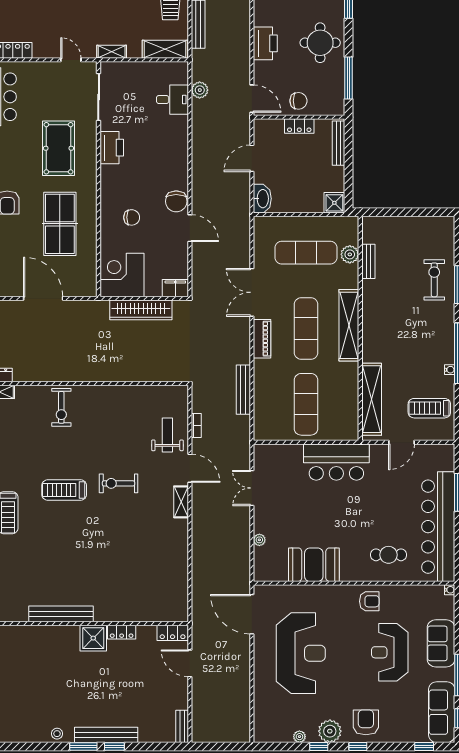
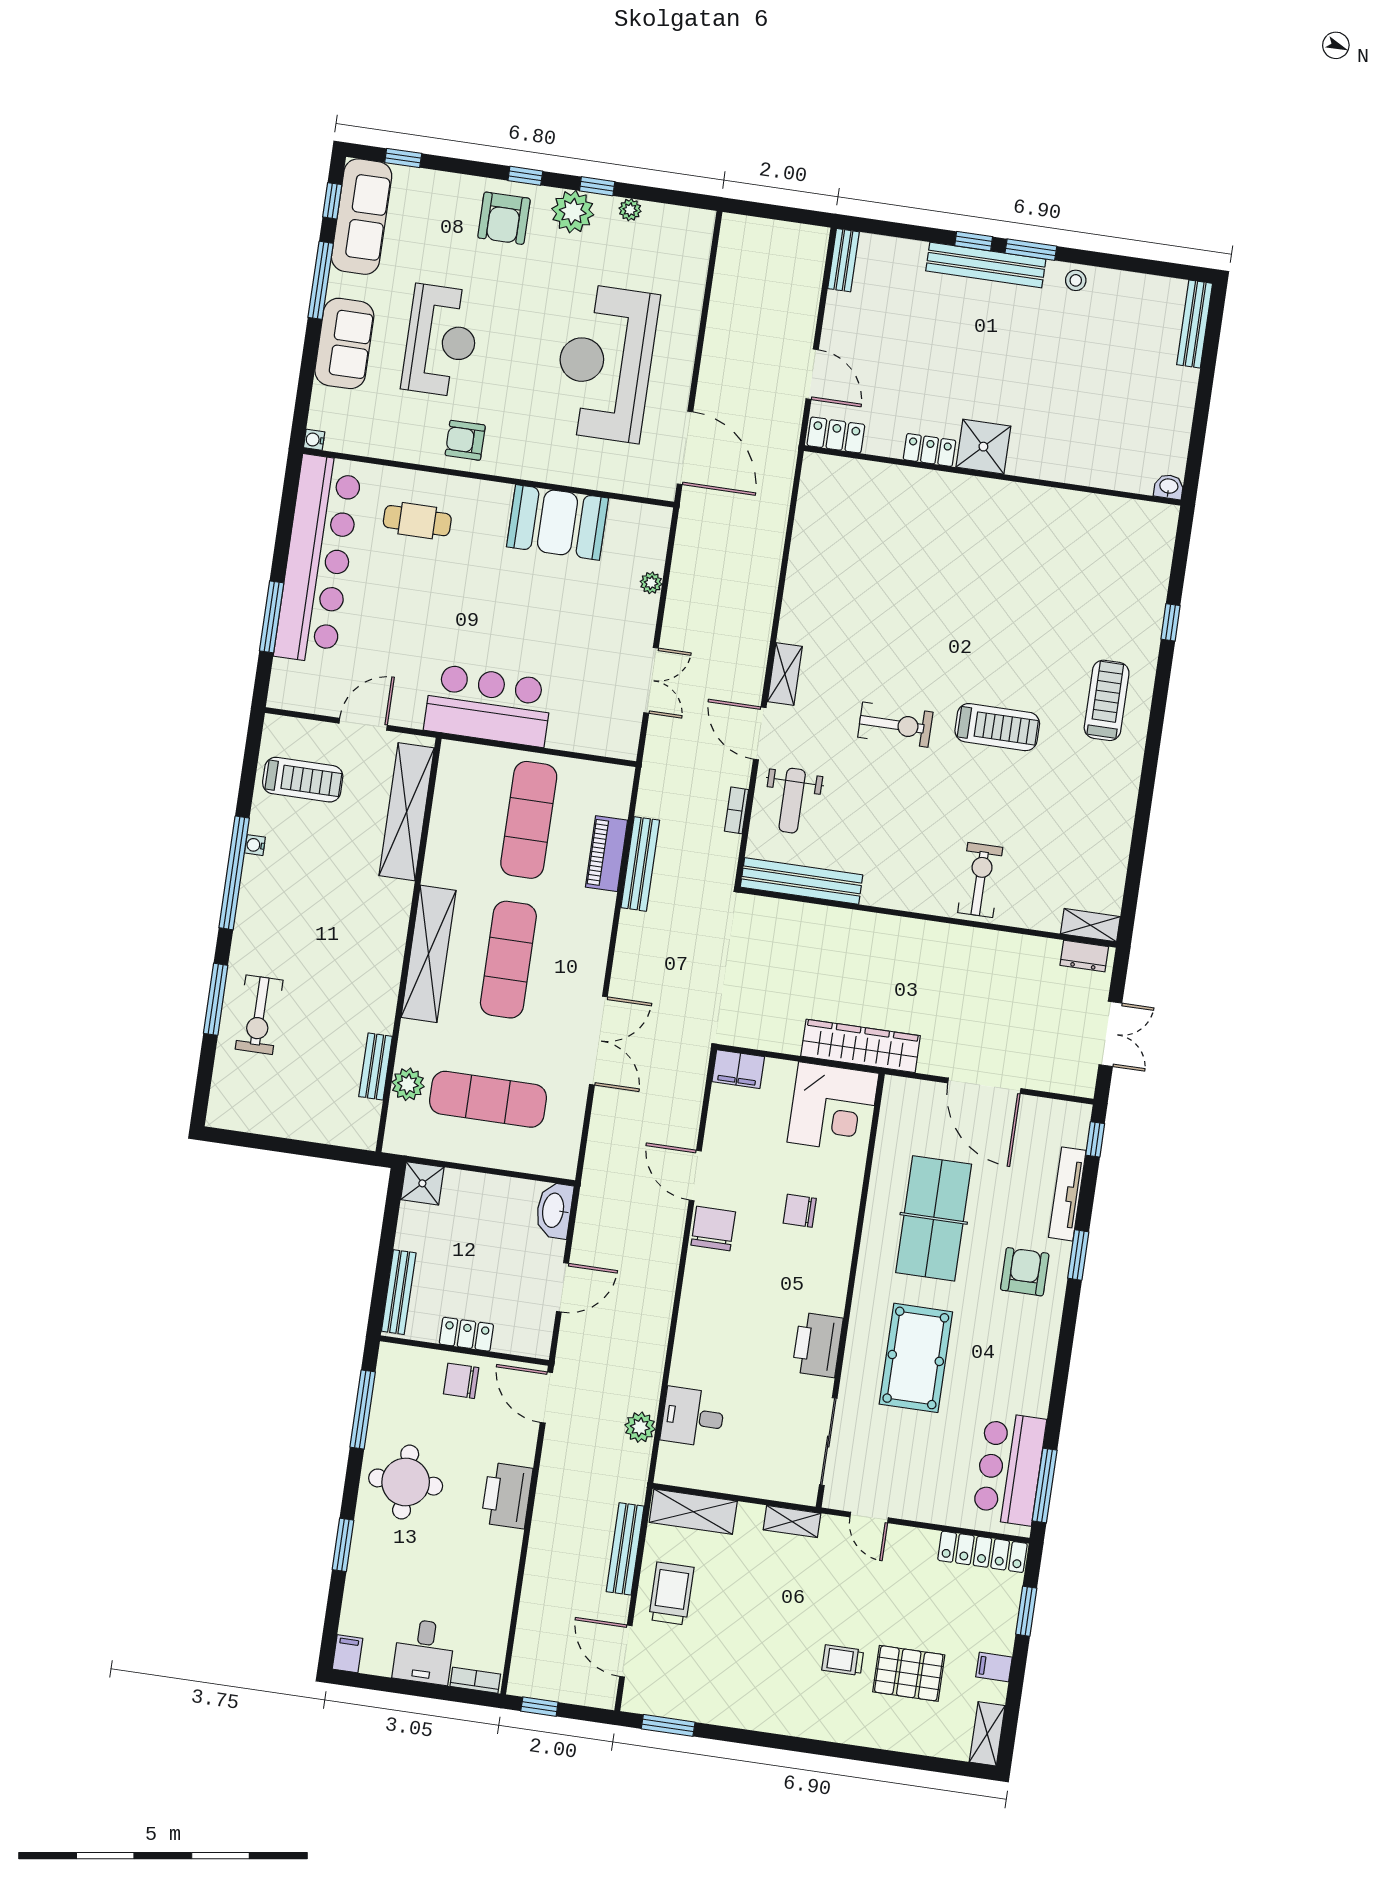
wardrobe: (141, 310) -> (861, 1046), moved
piano: (262, 339) -> (606, 854), moved
bench: (61, 614) -> (802, 881), moved

